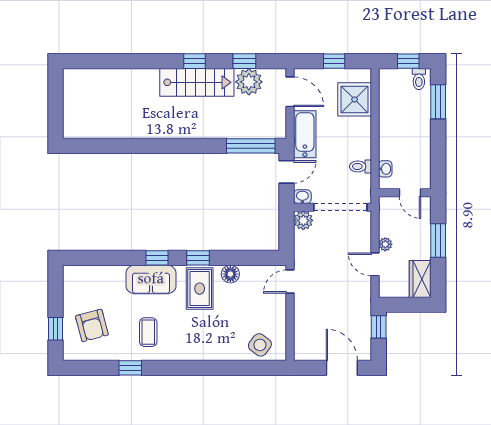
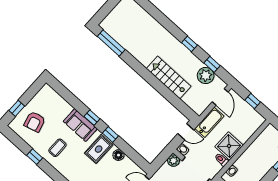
stairs: (197, 82) -> (169, 78), moved, turned 180
shower: (355, 99) -> (229, 146), moved
window: (251, 146) -> (111, 43), moved

